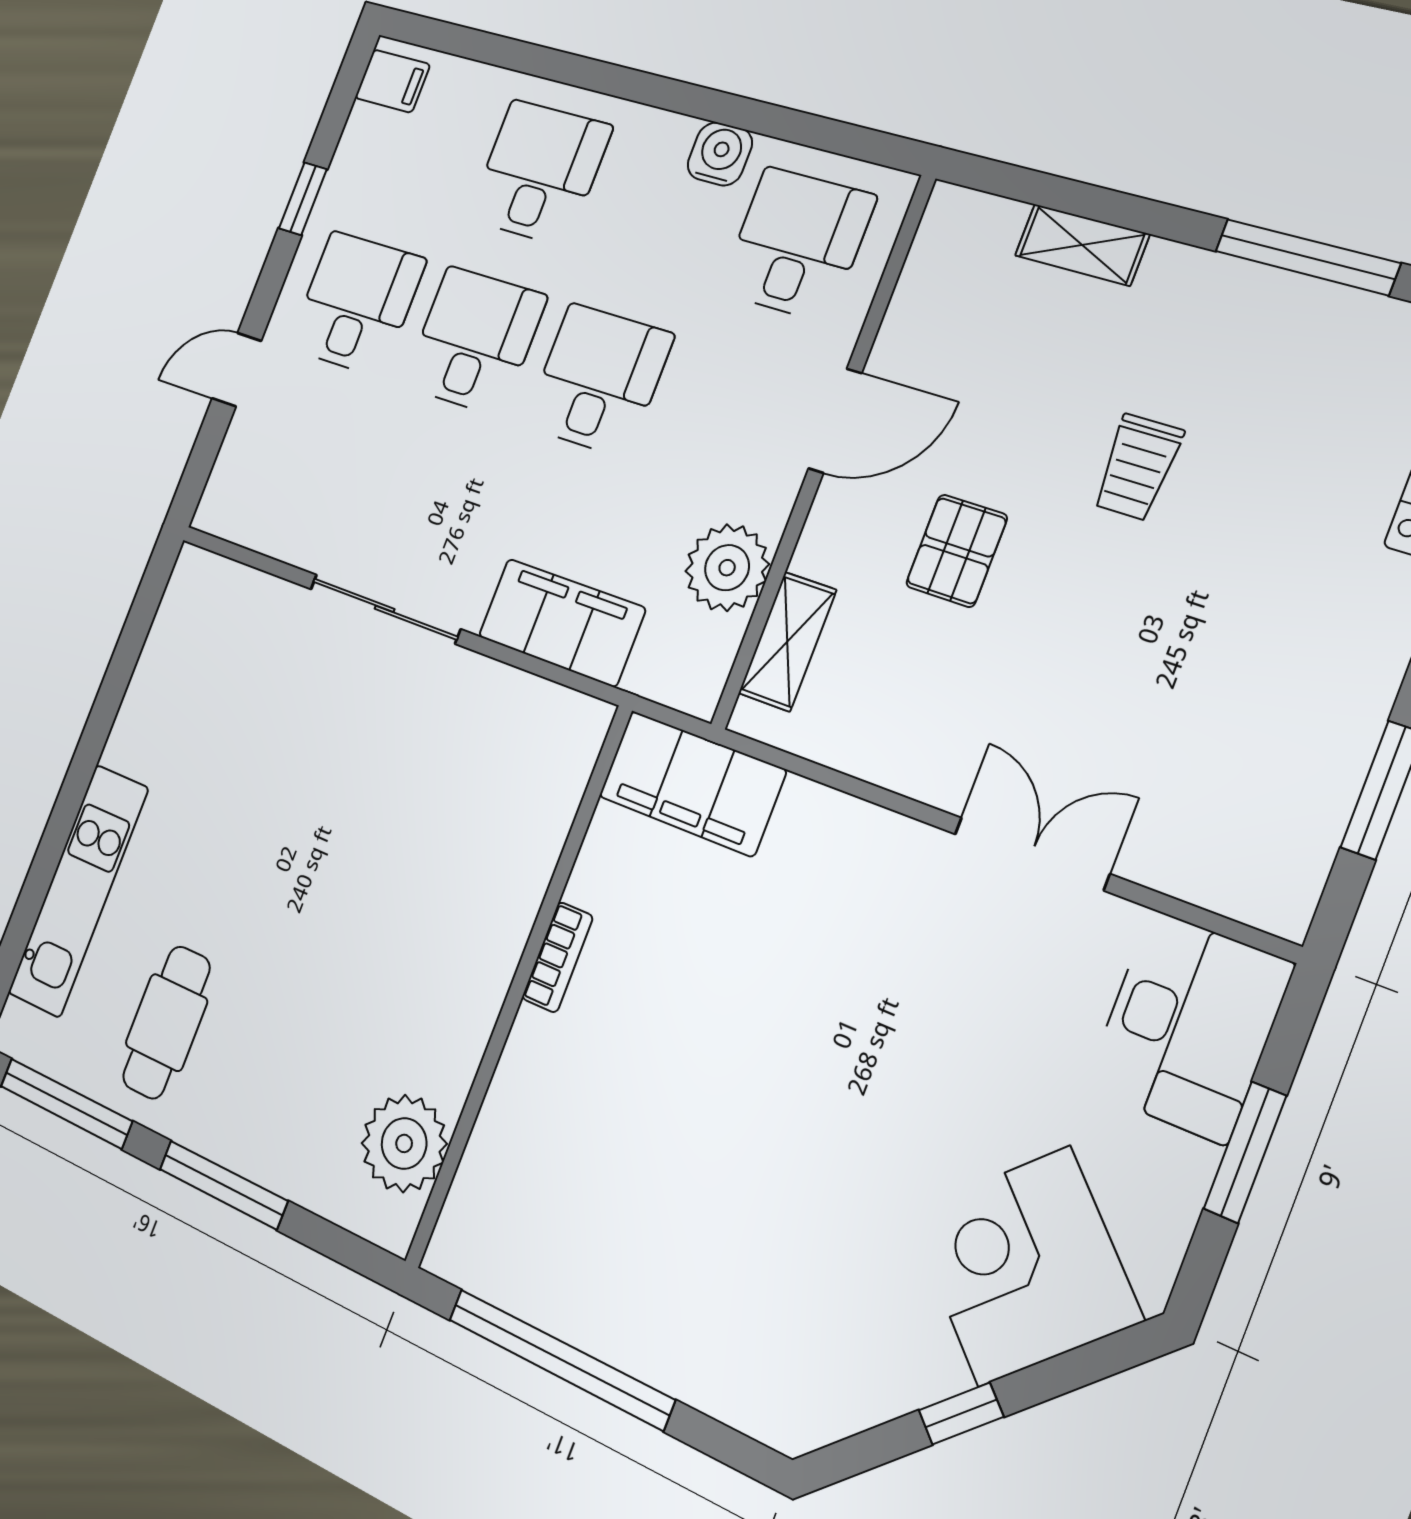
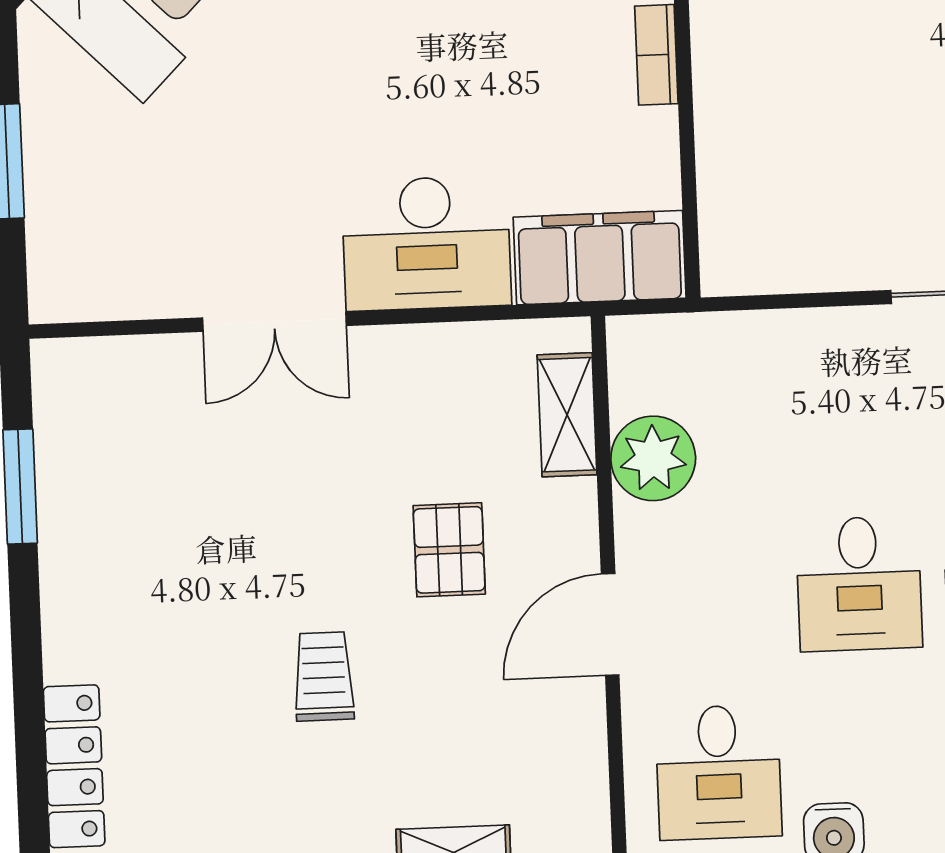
filing cabinet: (562, 622) -> (792, 350), removed
desk: (1189, 1026) -> (426, 243), moved, turned -90

